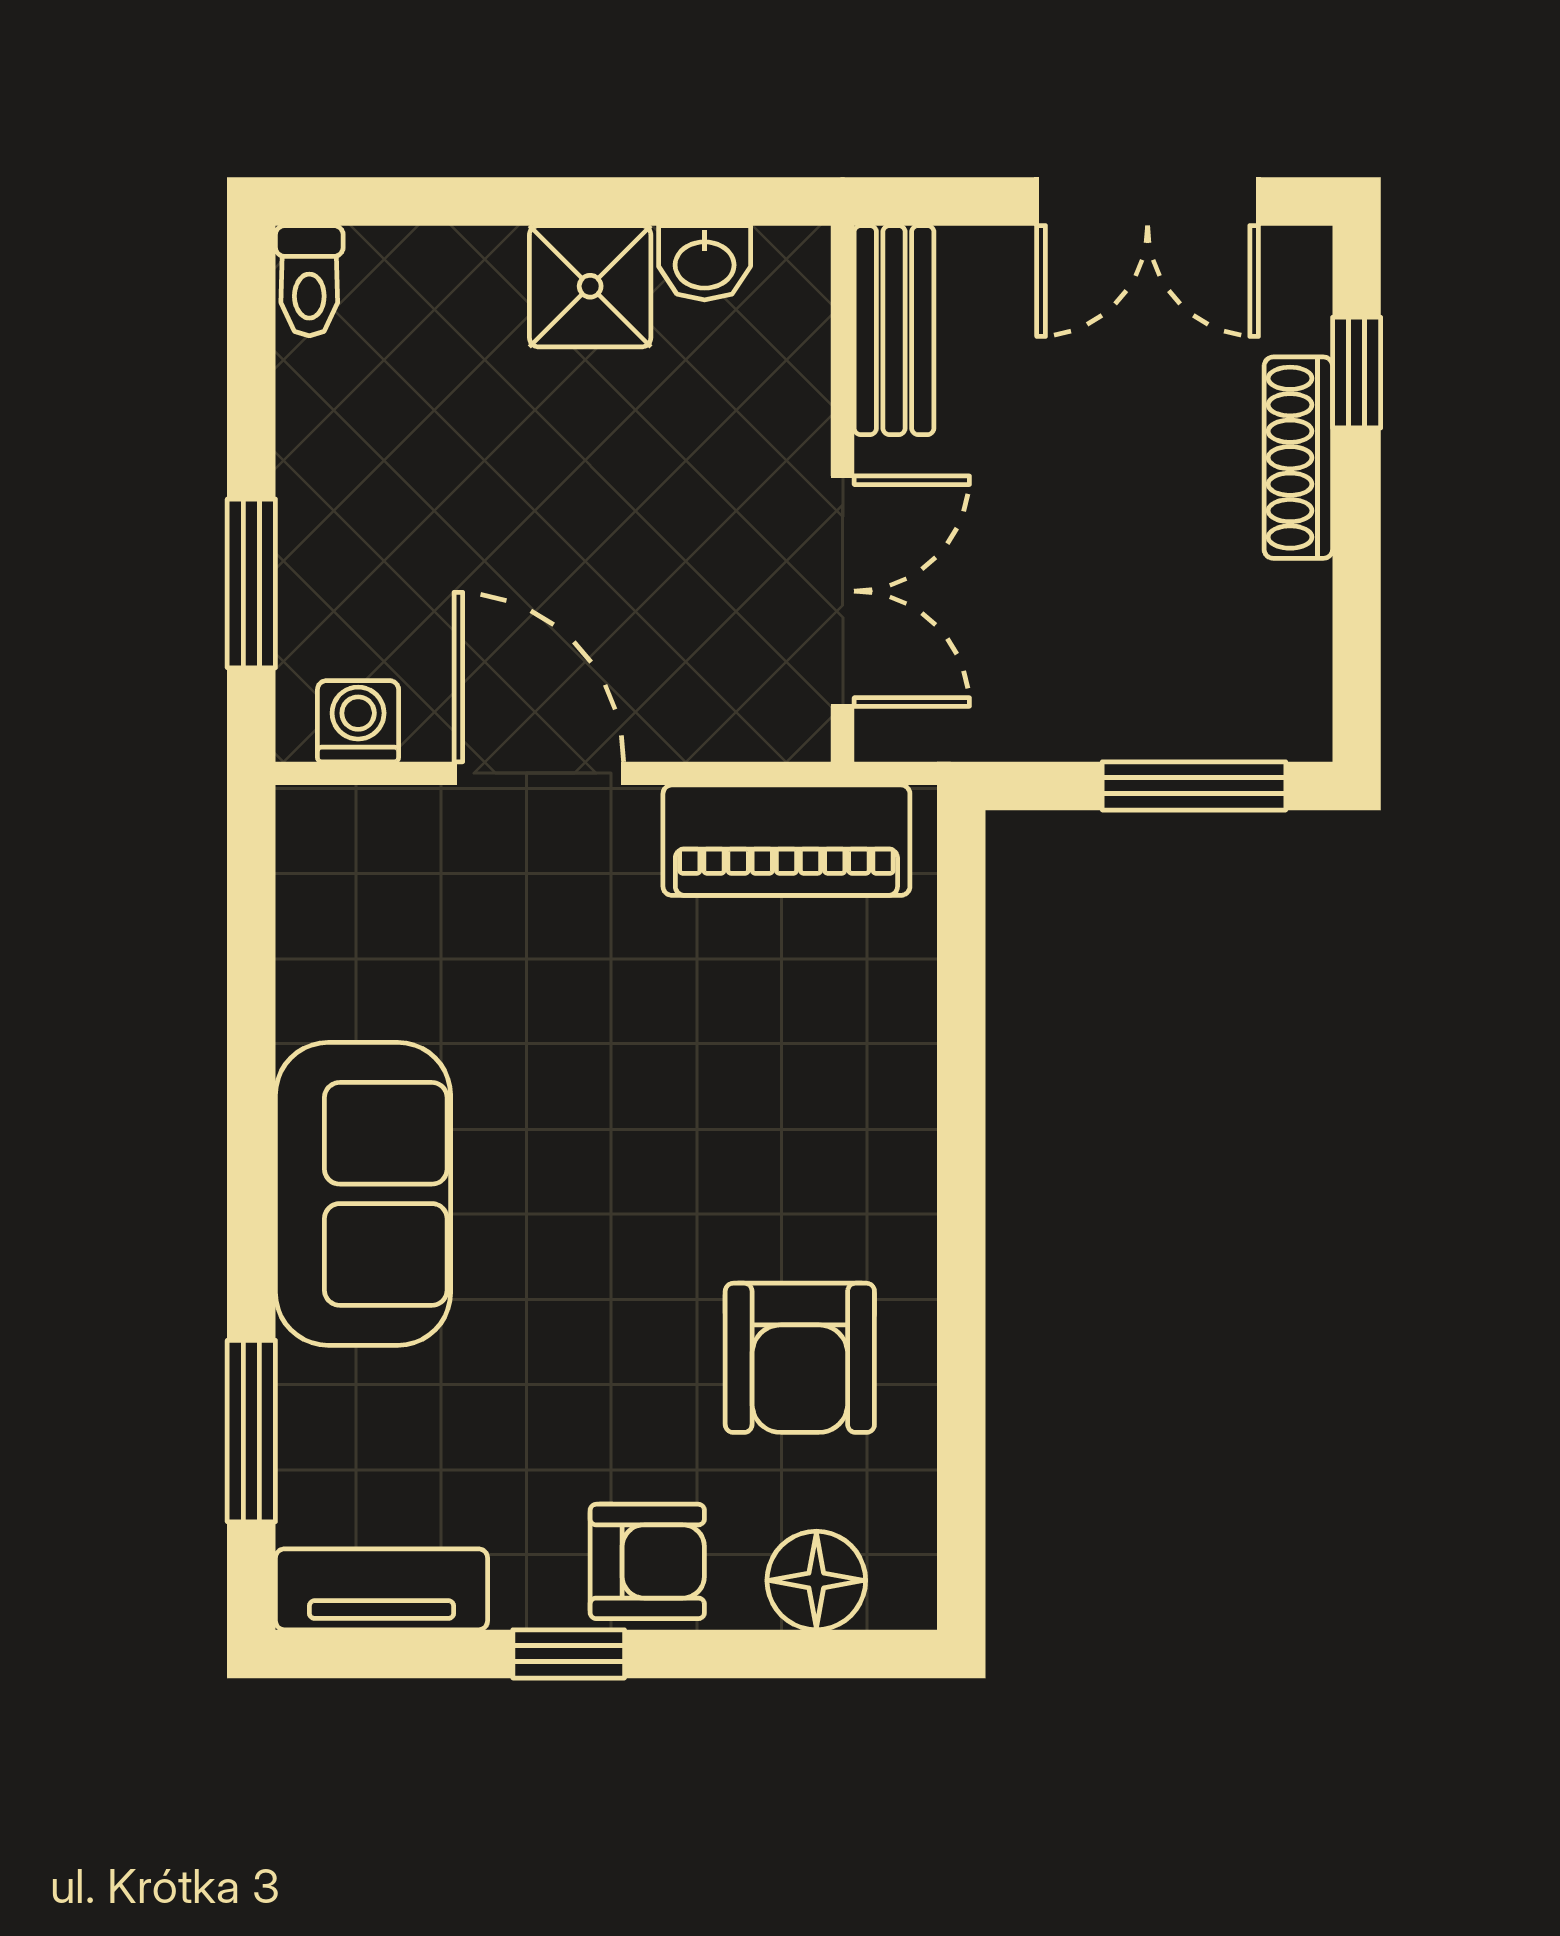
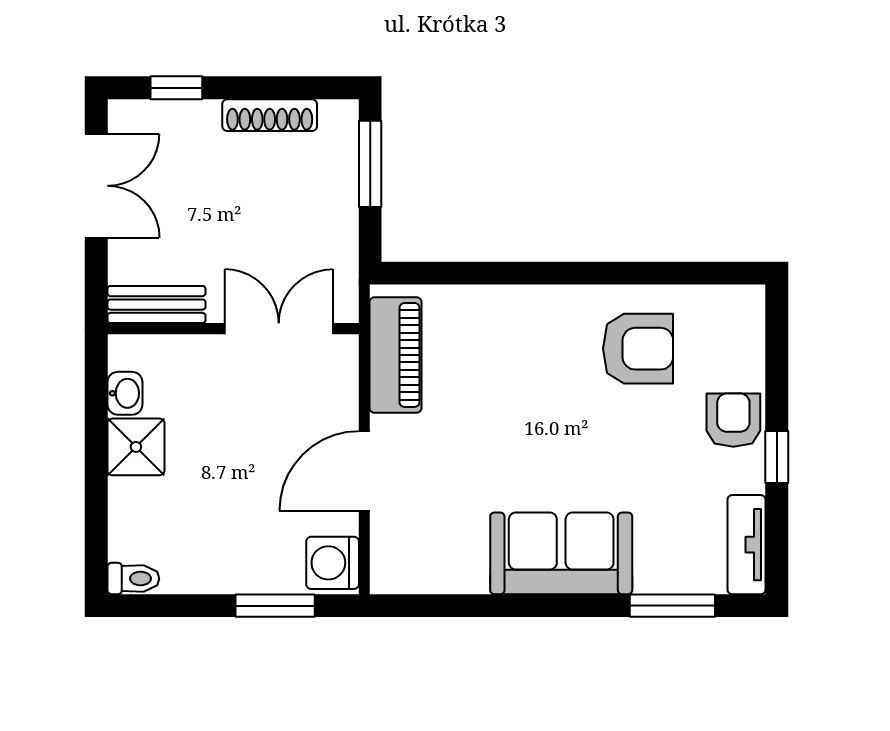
shoe rack: (1298, 458) -> (270, 115), moved
washing machine: (358, 721) -> (333, 563), width x1.38, depth x1.38
floor lamp: (816, 1580) -> (742, 341), removed

